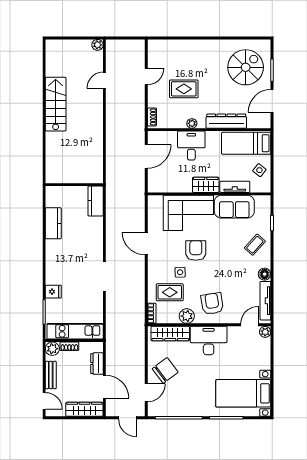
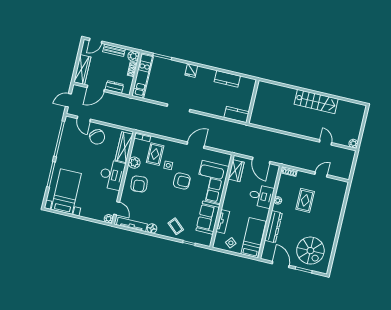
door: (146, 76) -> (321, 174), swing flipped
wardrobe: (206, 185) -> (236, 171), moved
fridge: (53, 292) -> (191, 70), moved
armchair: (212, 304) -> (139, 184), turned 94

